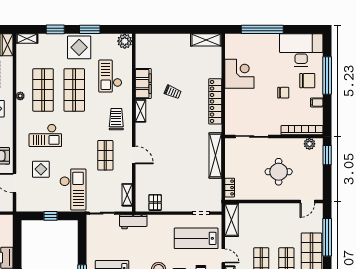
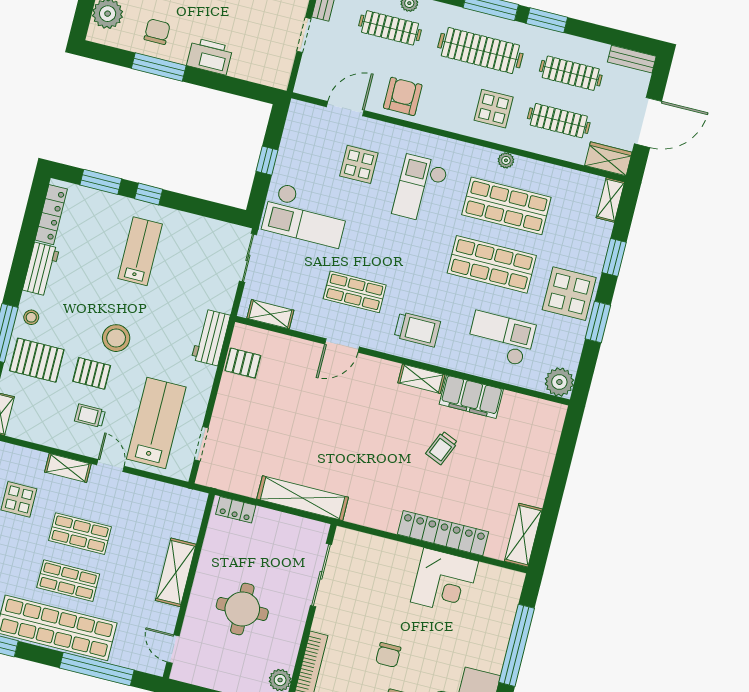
locker: (215, 101) -> (443, 533), moved
shelving: (232, 220) -> (176, 572), moved, turned 90
workbench: (133, 222) -> (211, 337), moved
door: (223, 256) -> (110, 466), swing flipped

